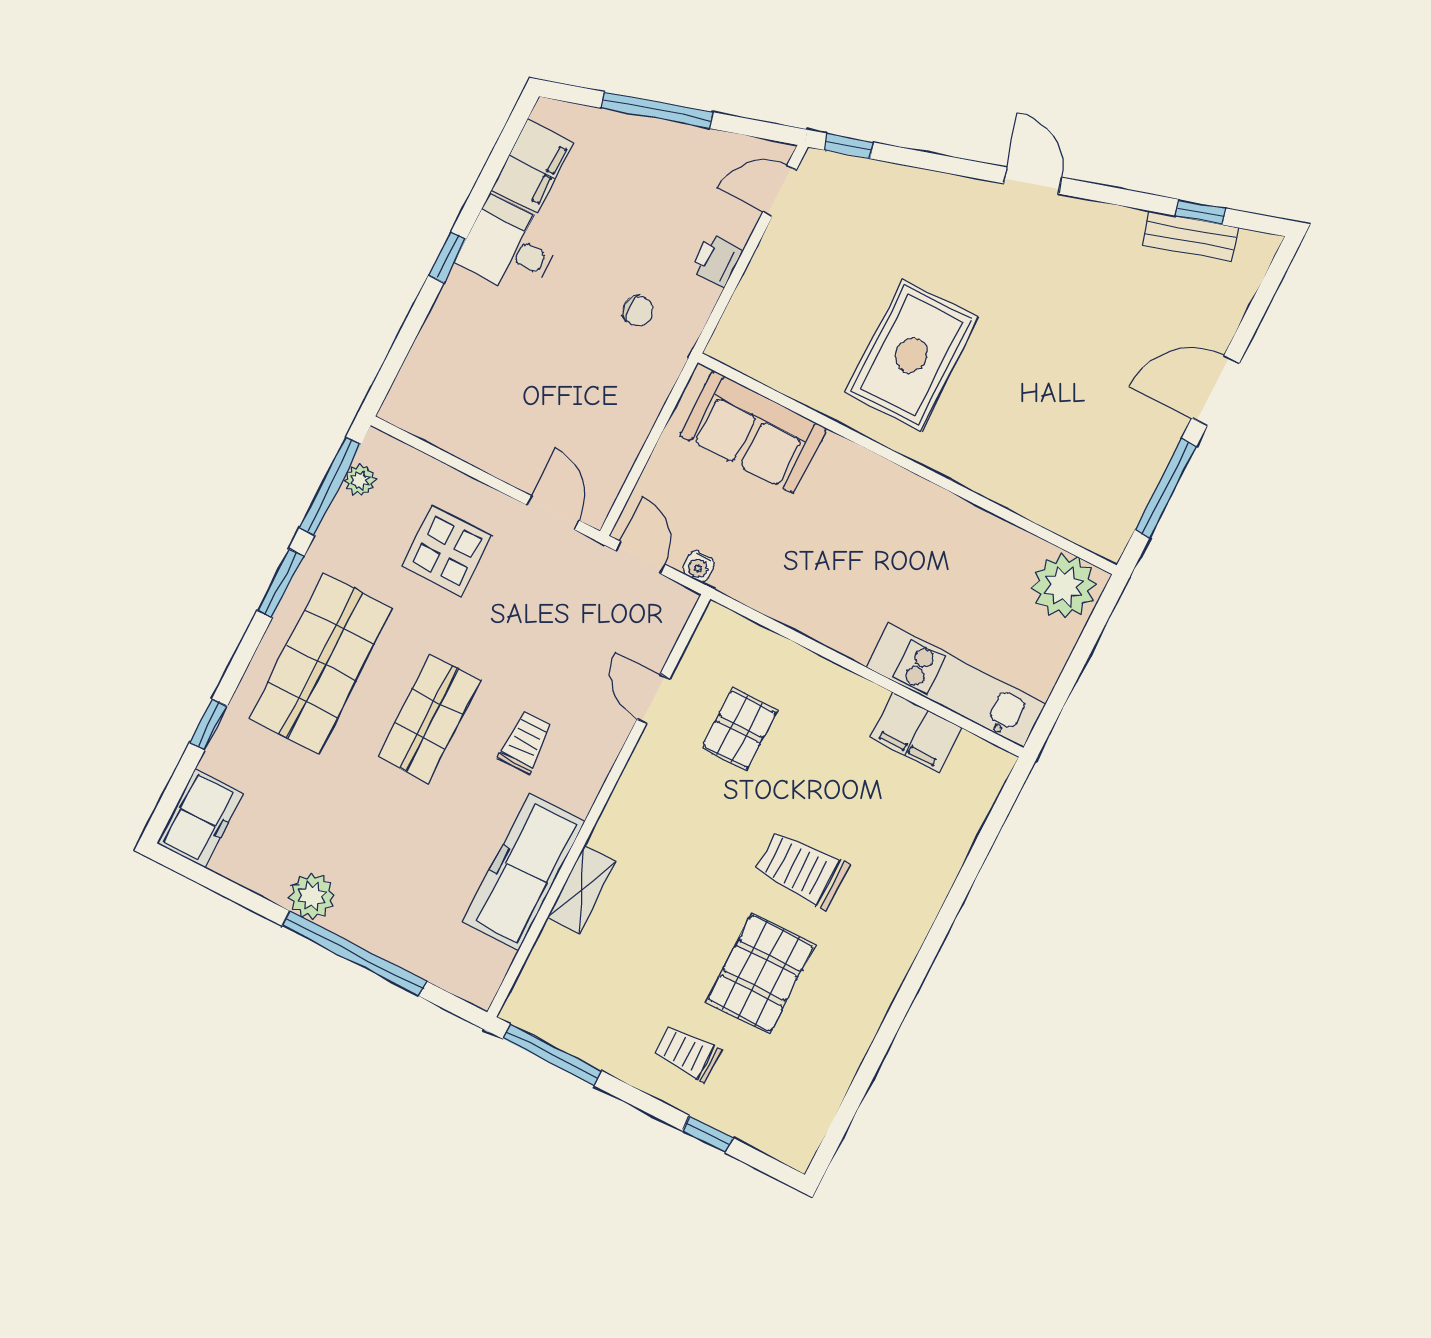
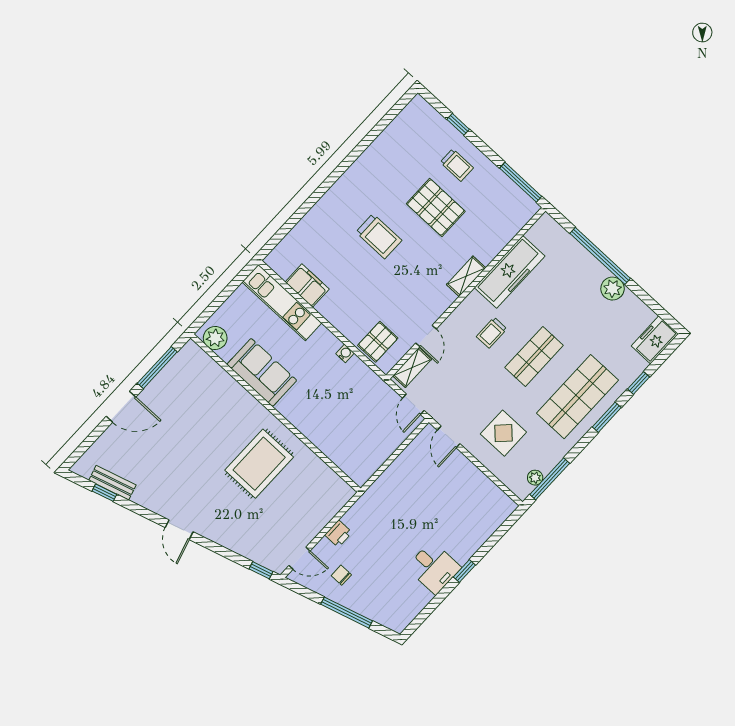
filing cabinet: (533, 166) -> (412, 602), removed
chair: (638, 311) -> (341, 575), moved
sofa: (753, 432) -> (262, 372), moved
water cooler: (699, 566) -> (345, 353), moved
window: (281, 583) -> (607, 417), moved
plant: (1064, 586) -> (215, 338), width x0.73, depth x0.73
shelving: (663, 629) -> (412, 367), added
pallet: (739, 729) -> (378, 342), moved
shelving: (582, 890) -> (466, 276), moved
pallet: (761, 973) -> (436, 207), moved, turned 90

